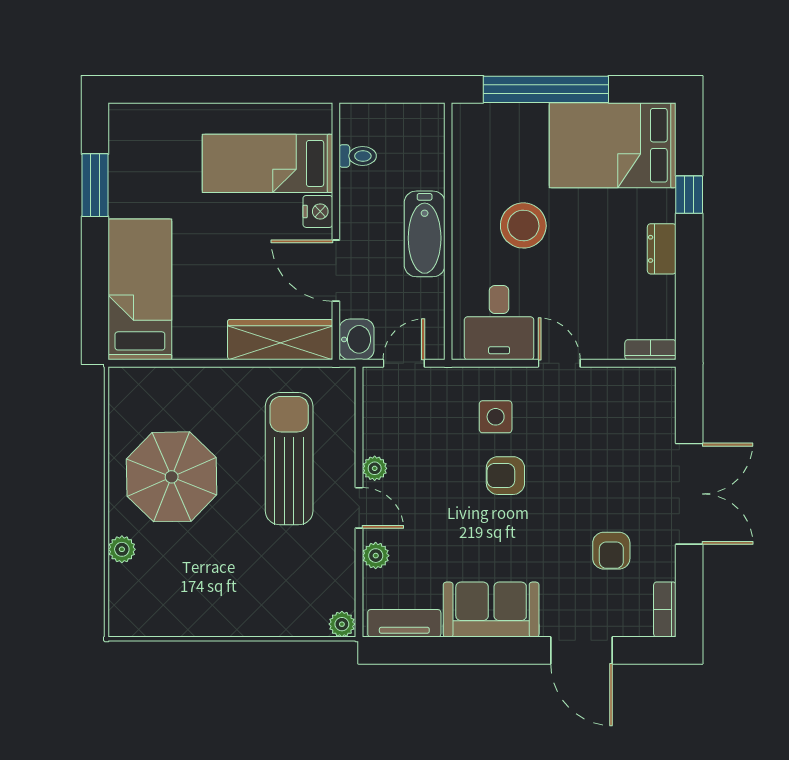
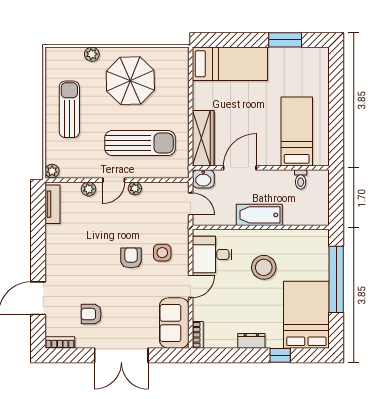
nightstand: (318, 211) -> (271, 158), removed
sun lounger: (226, 592) -> (69, 109), added
sofa: (491, 610) -> (174, 323), moved, turned 180

